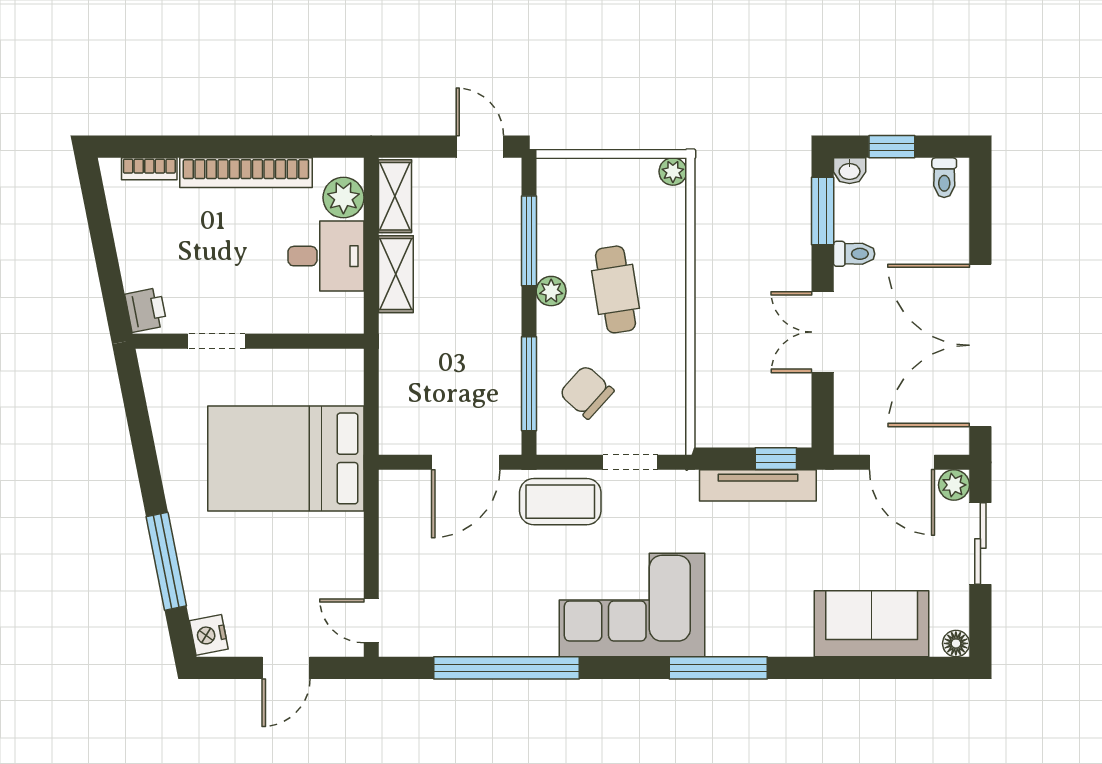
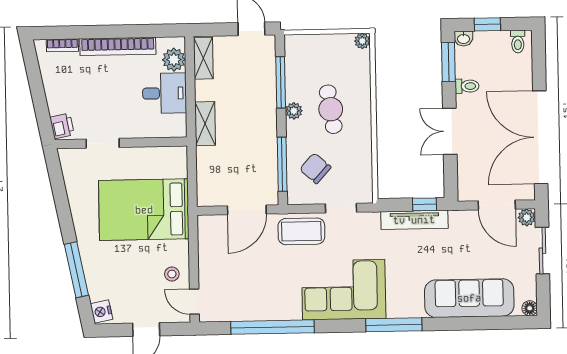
shelving: (396, 274) -> (205, 124), moved
stool: (333, 572) -> (172, 274), added
sofa: (872, 624) -> (469, 298), width x1.36

